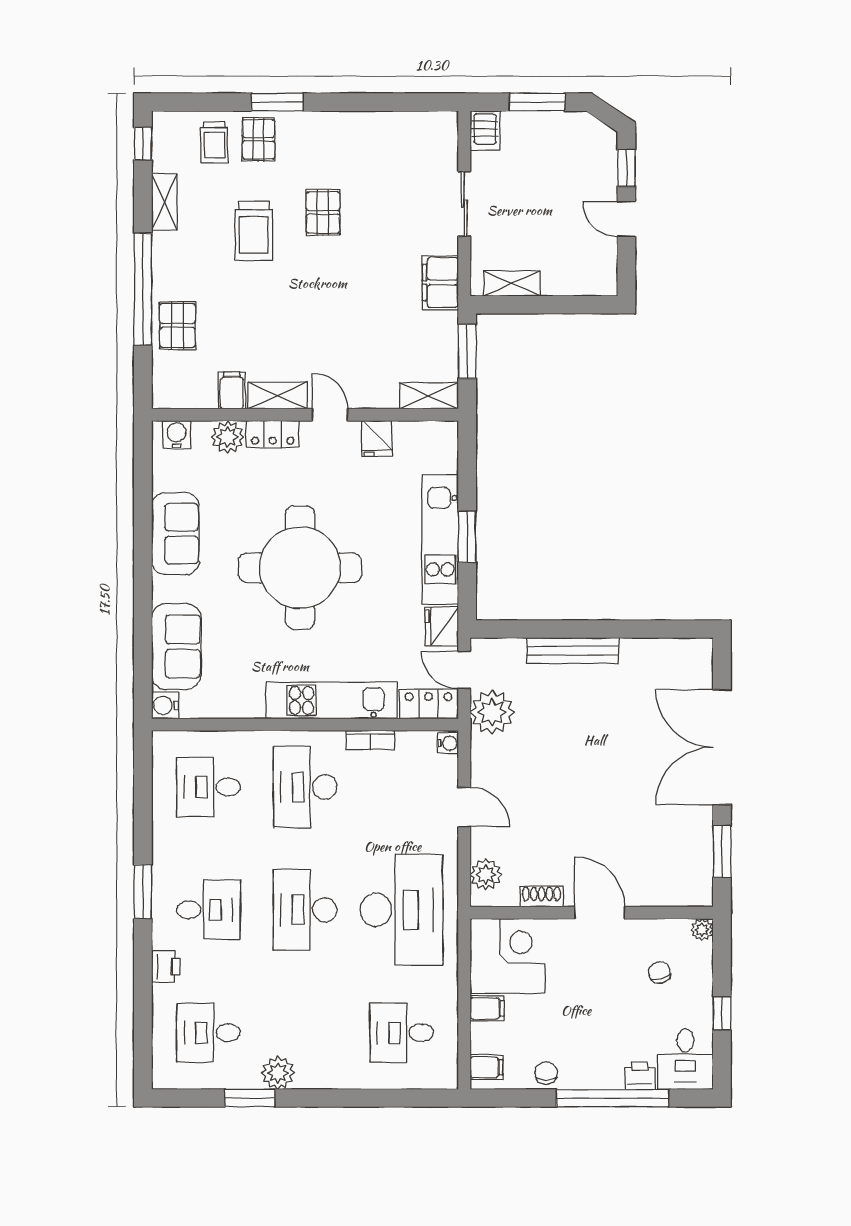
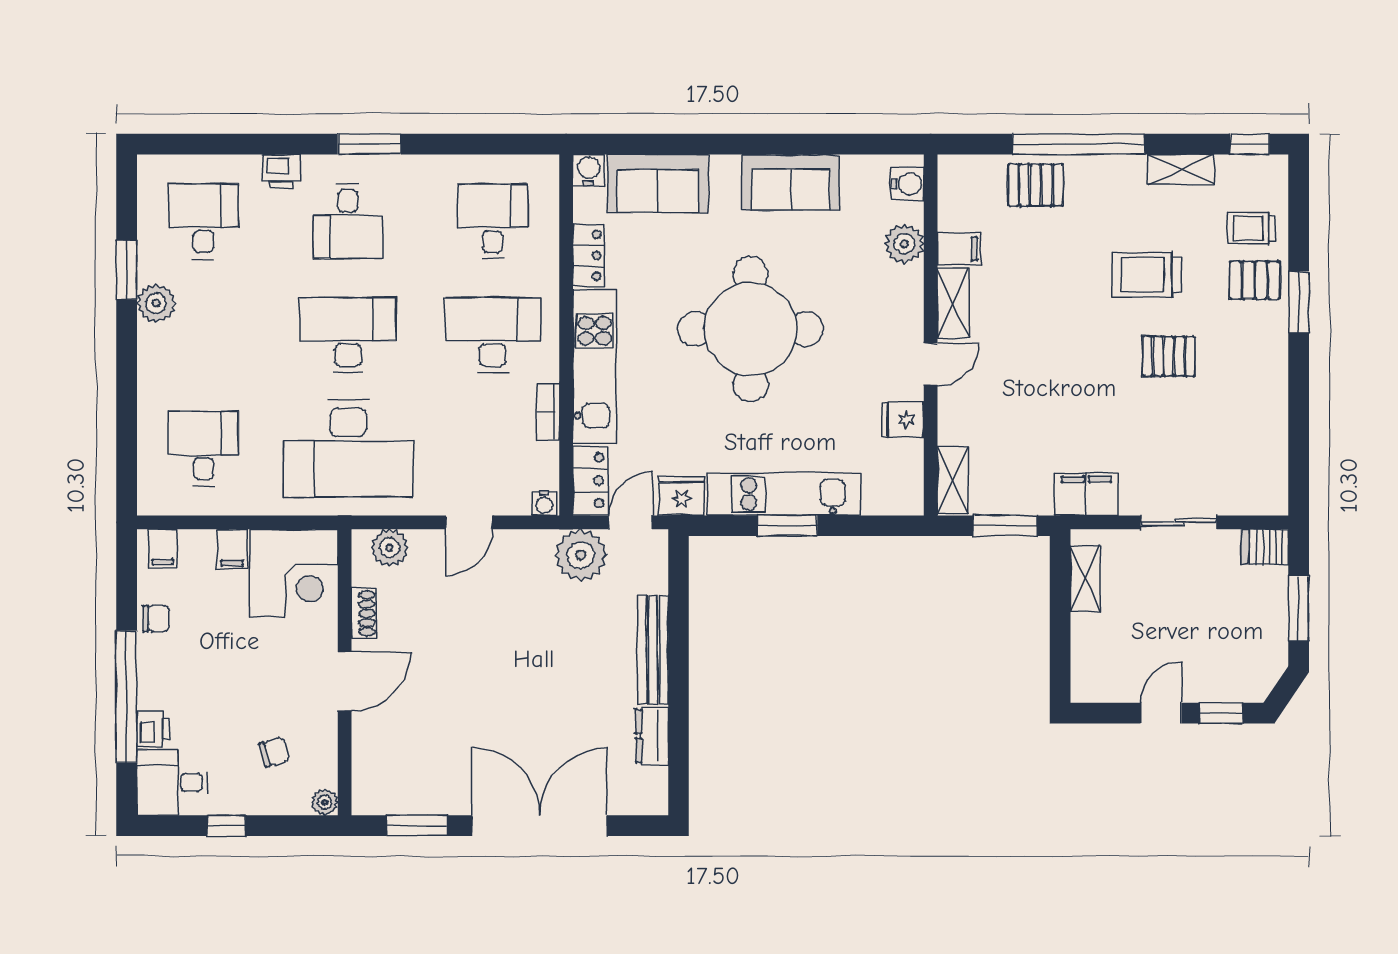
locker: (273, 434) -> (589, 255), moved, turned 180
dresser: (646, 652) -> (652, 736), added

